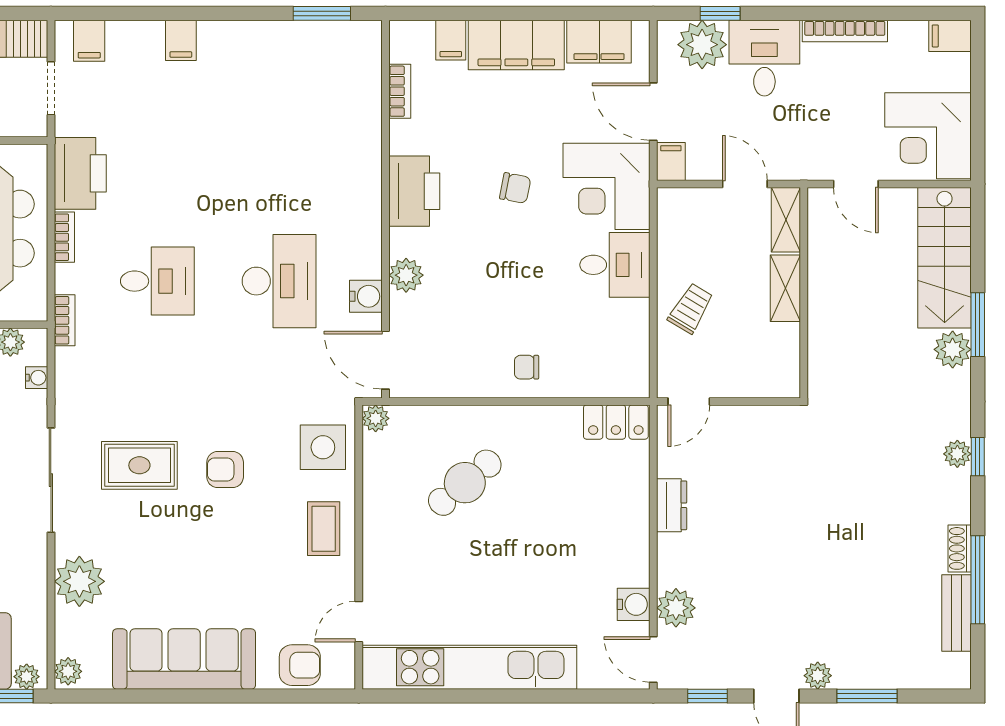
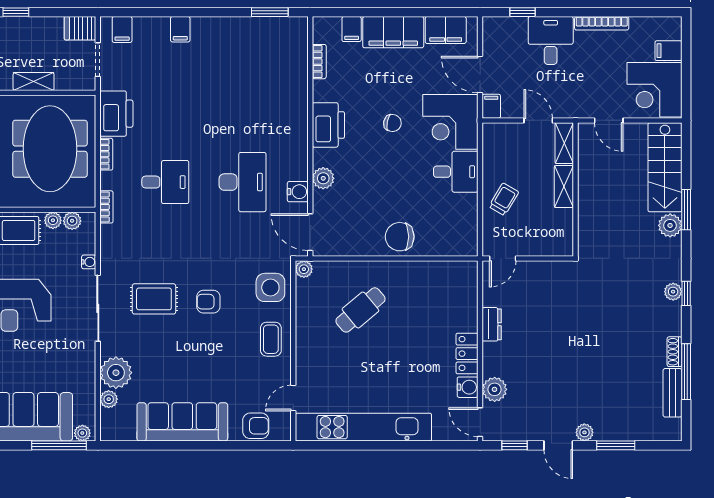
filing cabinet: (950, 36) -> (668, 51), moved
plant: (702, 45) -> (511, 32), removed
chair: (527, 367) -> (400, 237), width x1.87, depth x1.87
water cooler: (37, 378) -> (89, 262), moved
locker: (616, 422) -> (467, 354), moved, turned 90
plant: (68, 671) -> (109, 399), moved

